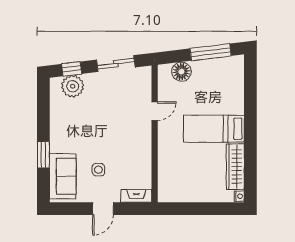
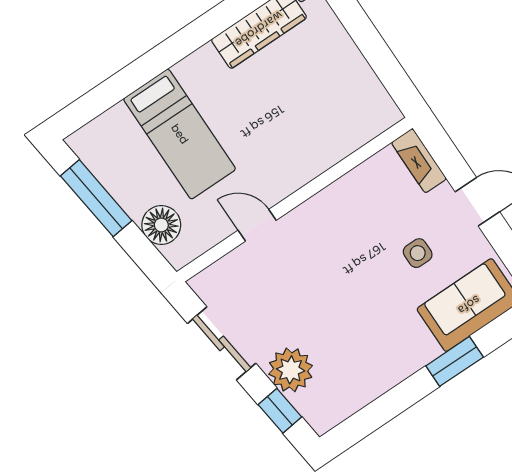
plant: (73, 86) -> (291, 370), moved
bed: (214, 129) -> (180, 134), moved

